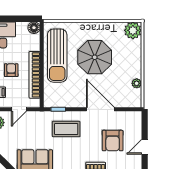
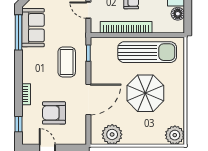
floor lamp: (34, 28) -> (178, 14), moved
sun lounger: (57, 56) -> (147, 52), turned 180
plant: (137, 83) -> (112, 134), width x1.88, depth x1.88

